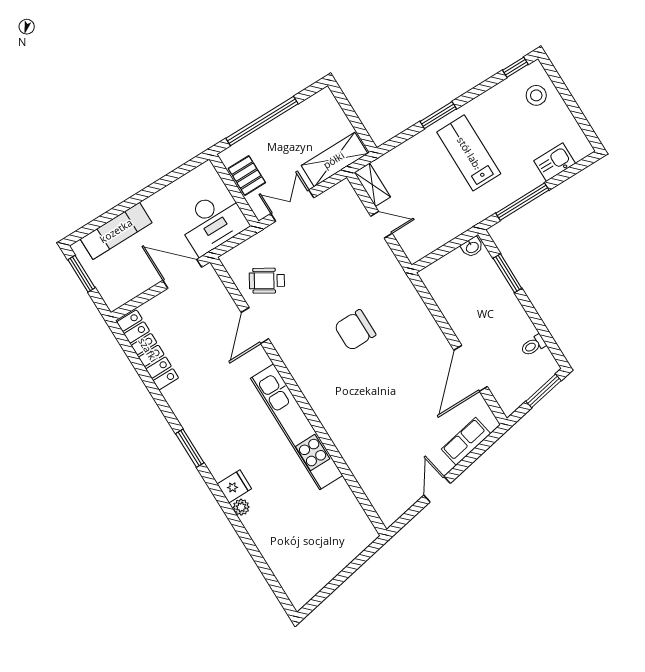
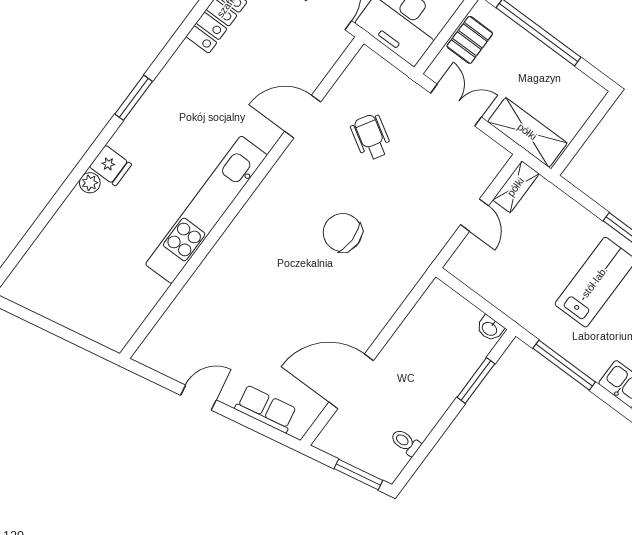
wheelchair: (267, 281) -> (371, 137), moved

